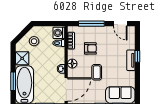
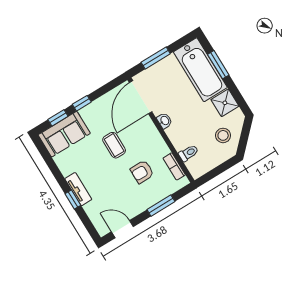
window: (91, 24) -> (161, 206), width x0.69
washing machine: (59, 33) -> (197, 167), removed
floor lamp: (72, 64) -> (154, 137), removed

